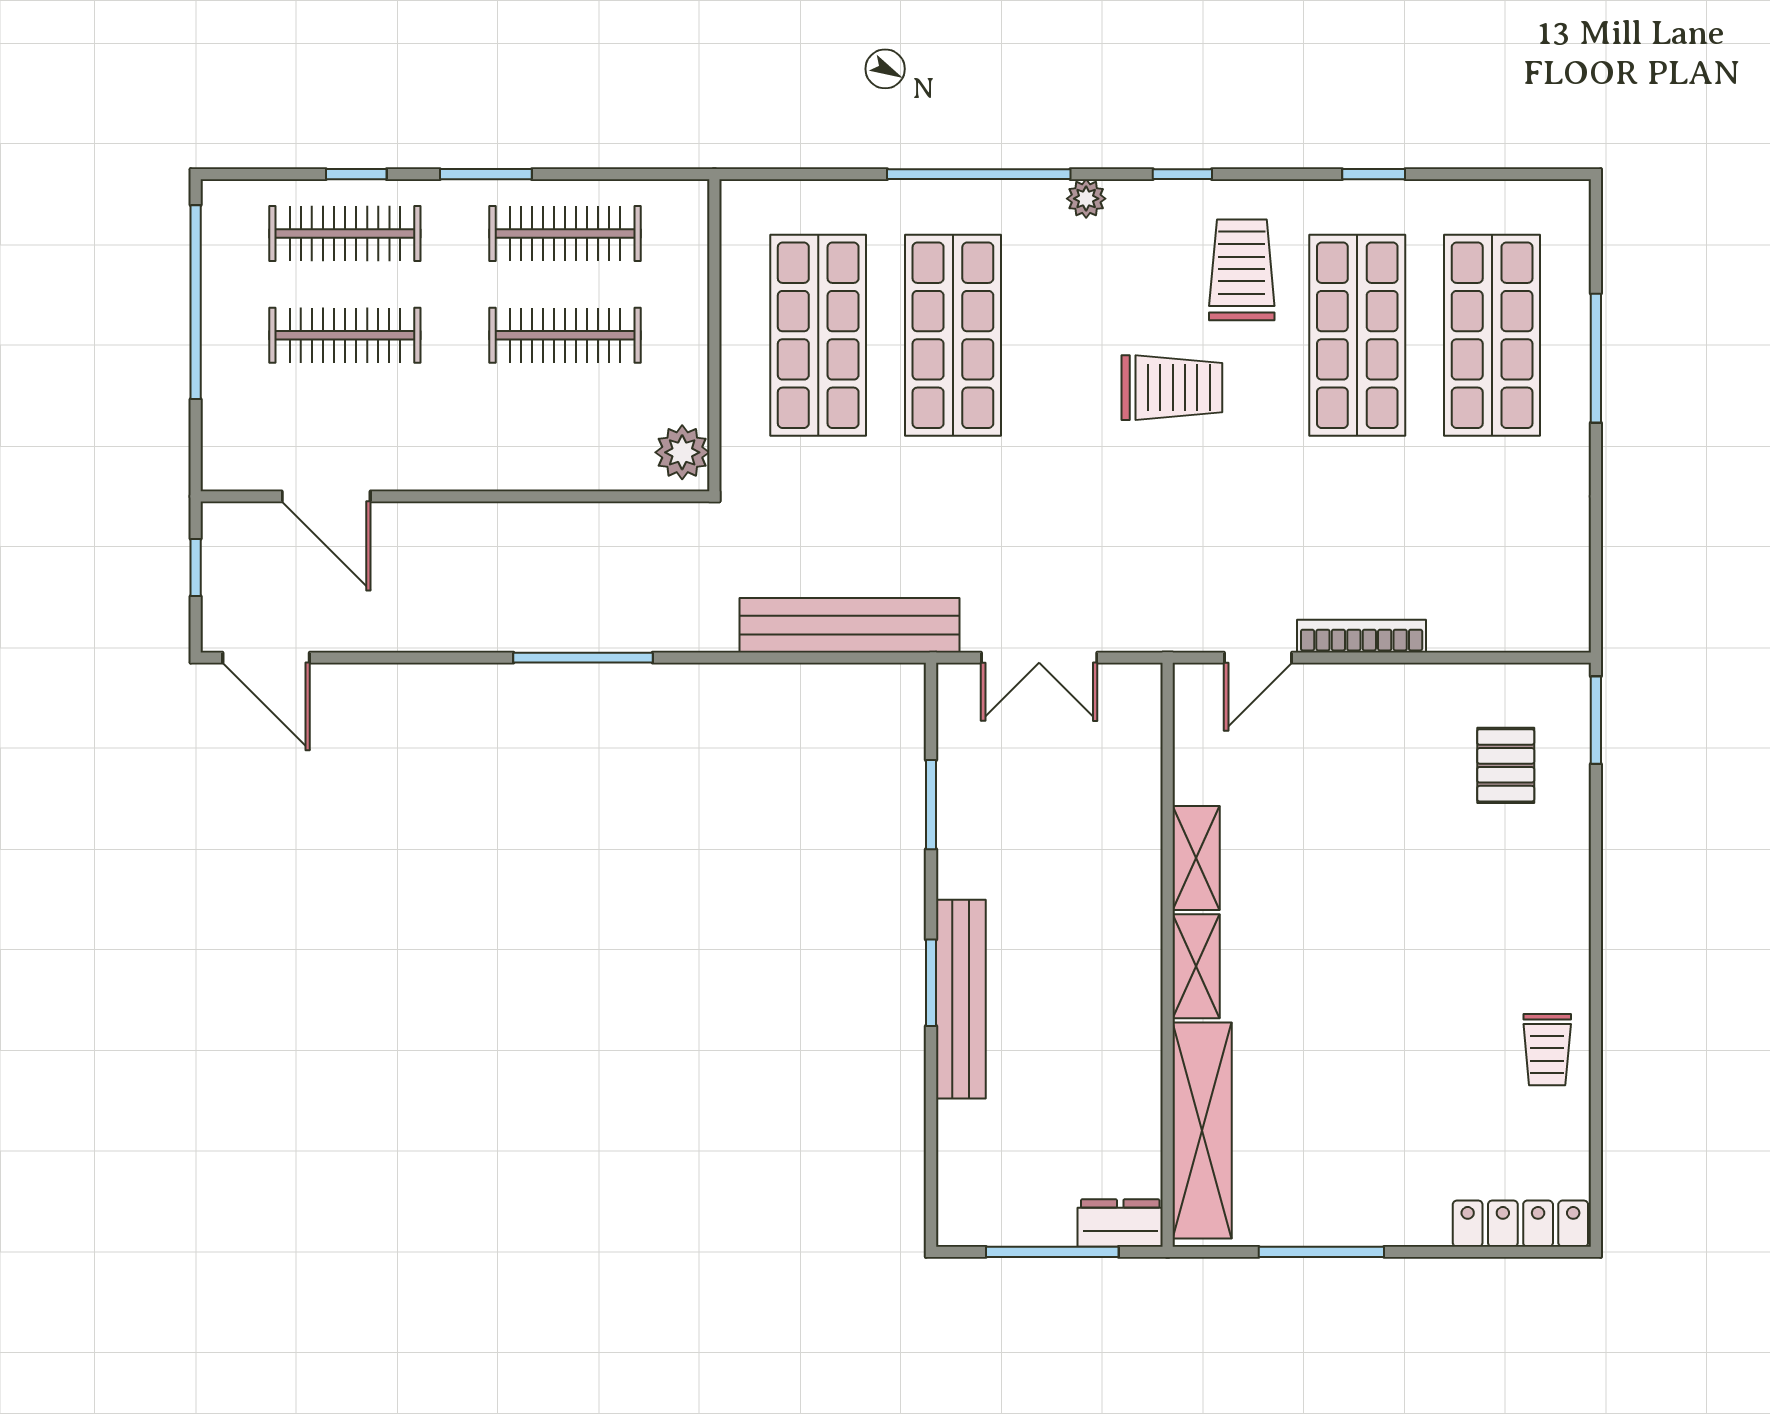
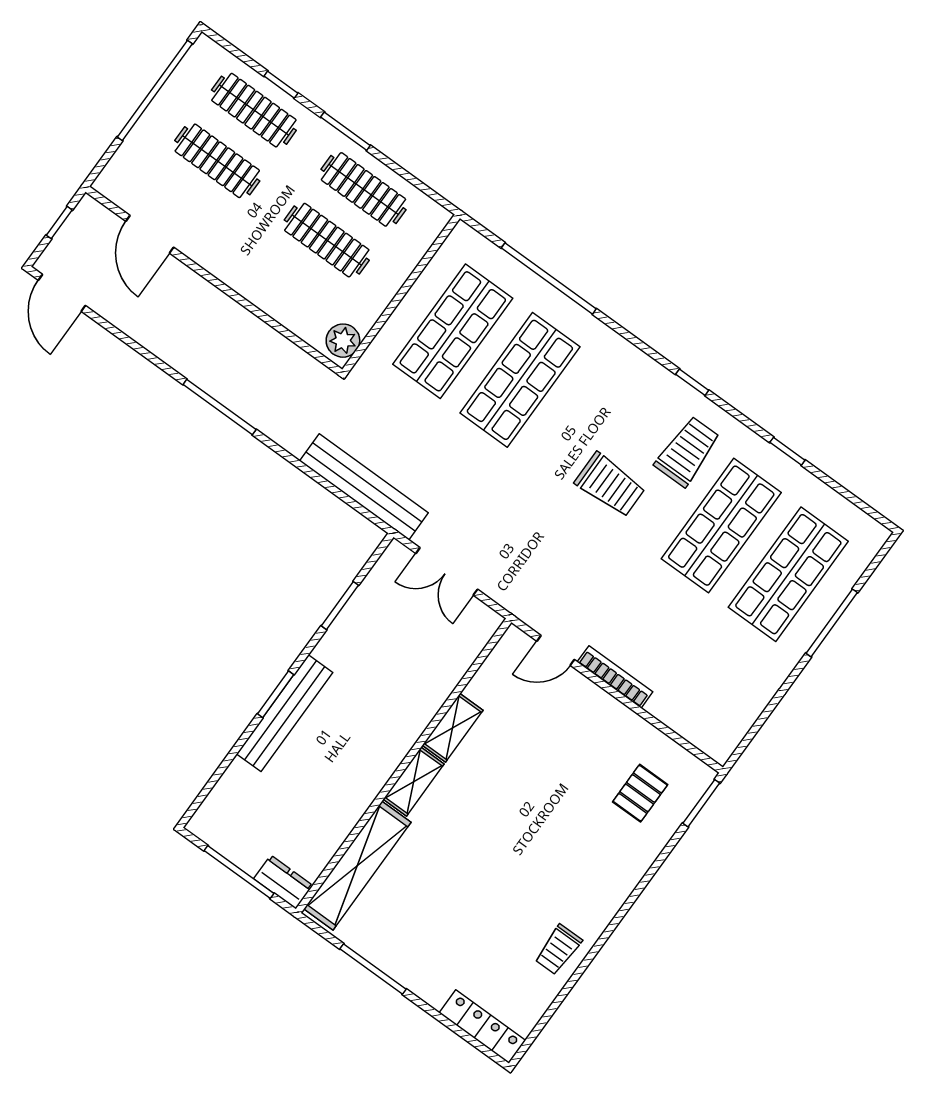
window: (979, 174) -> (549, 278), moved
plant: (1086, 199) -> (635, 360), removed

